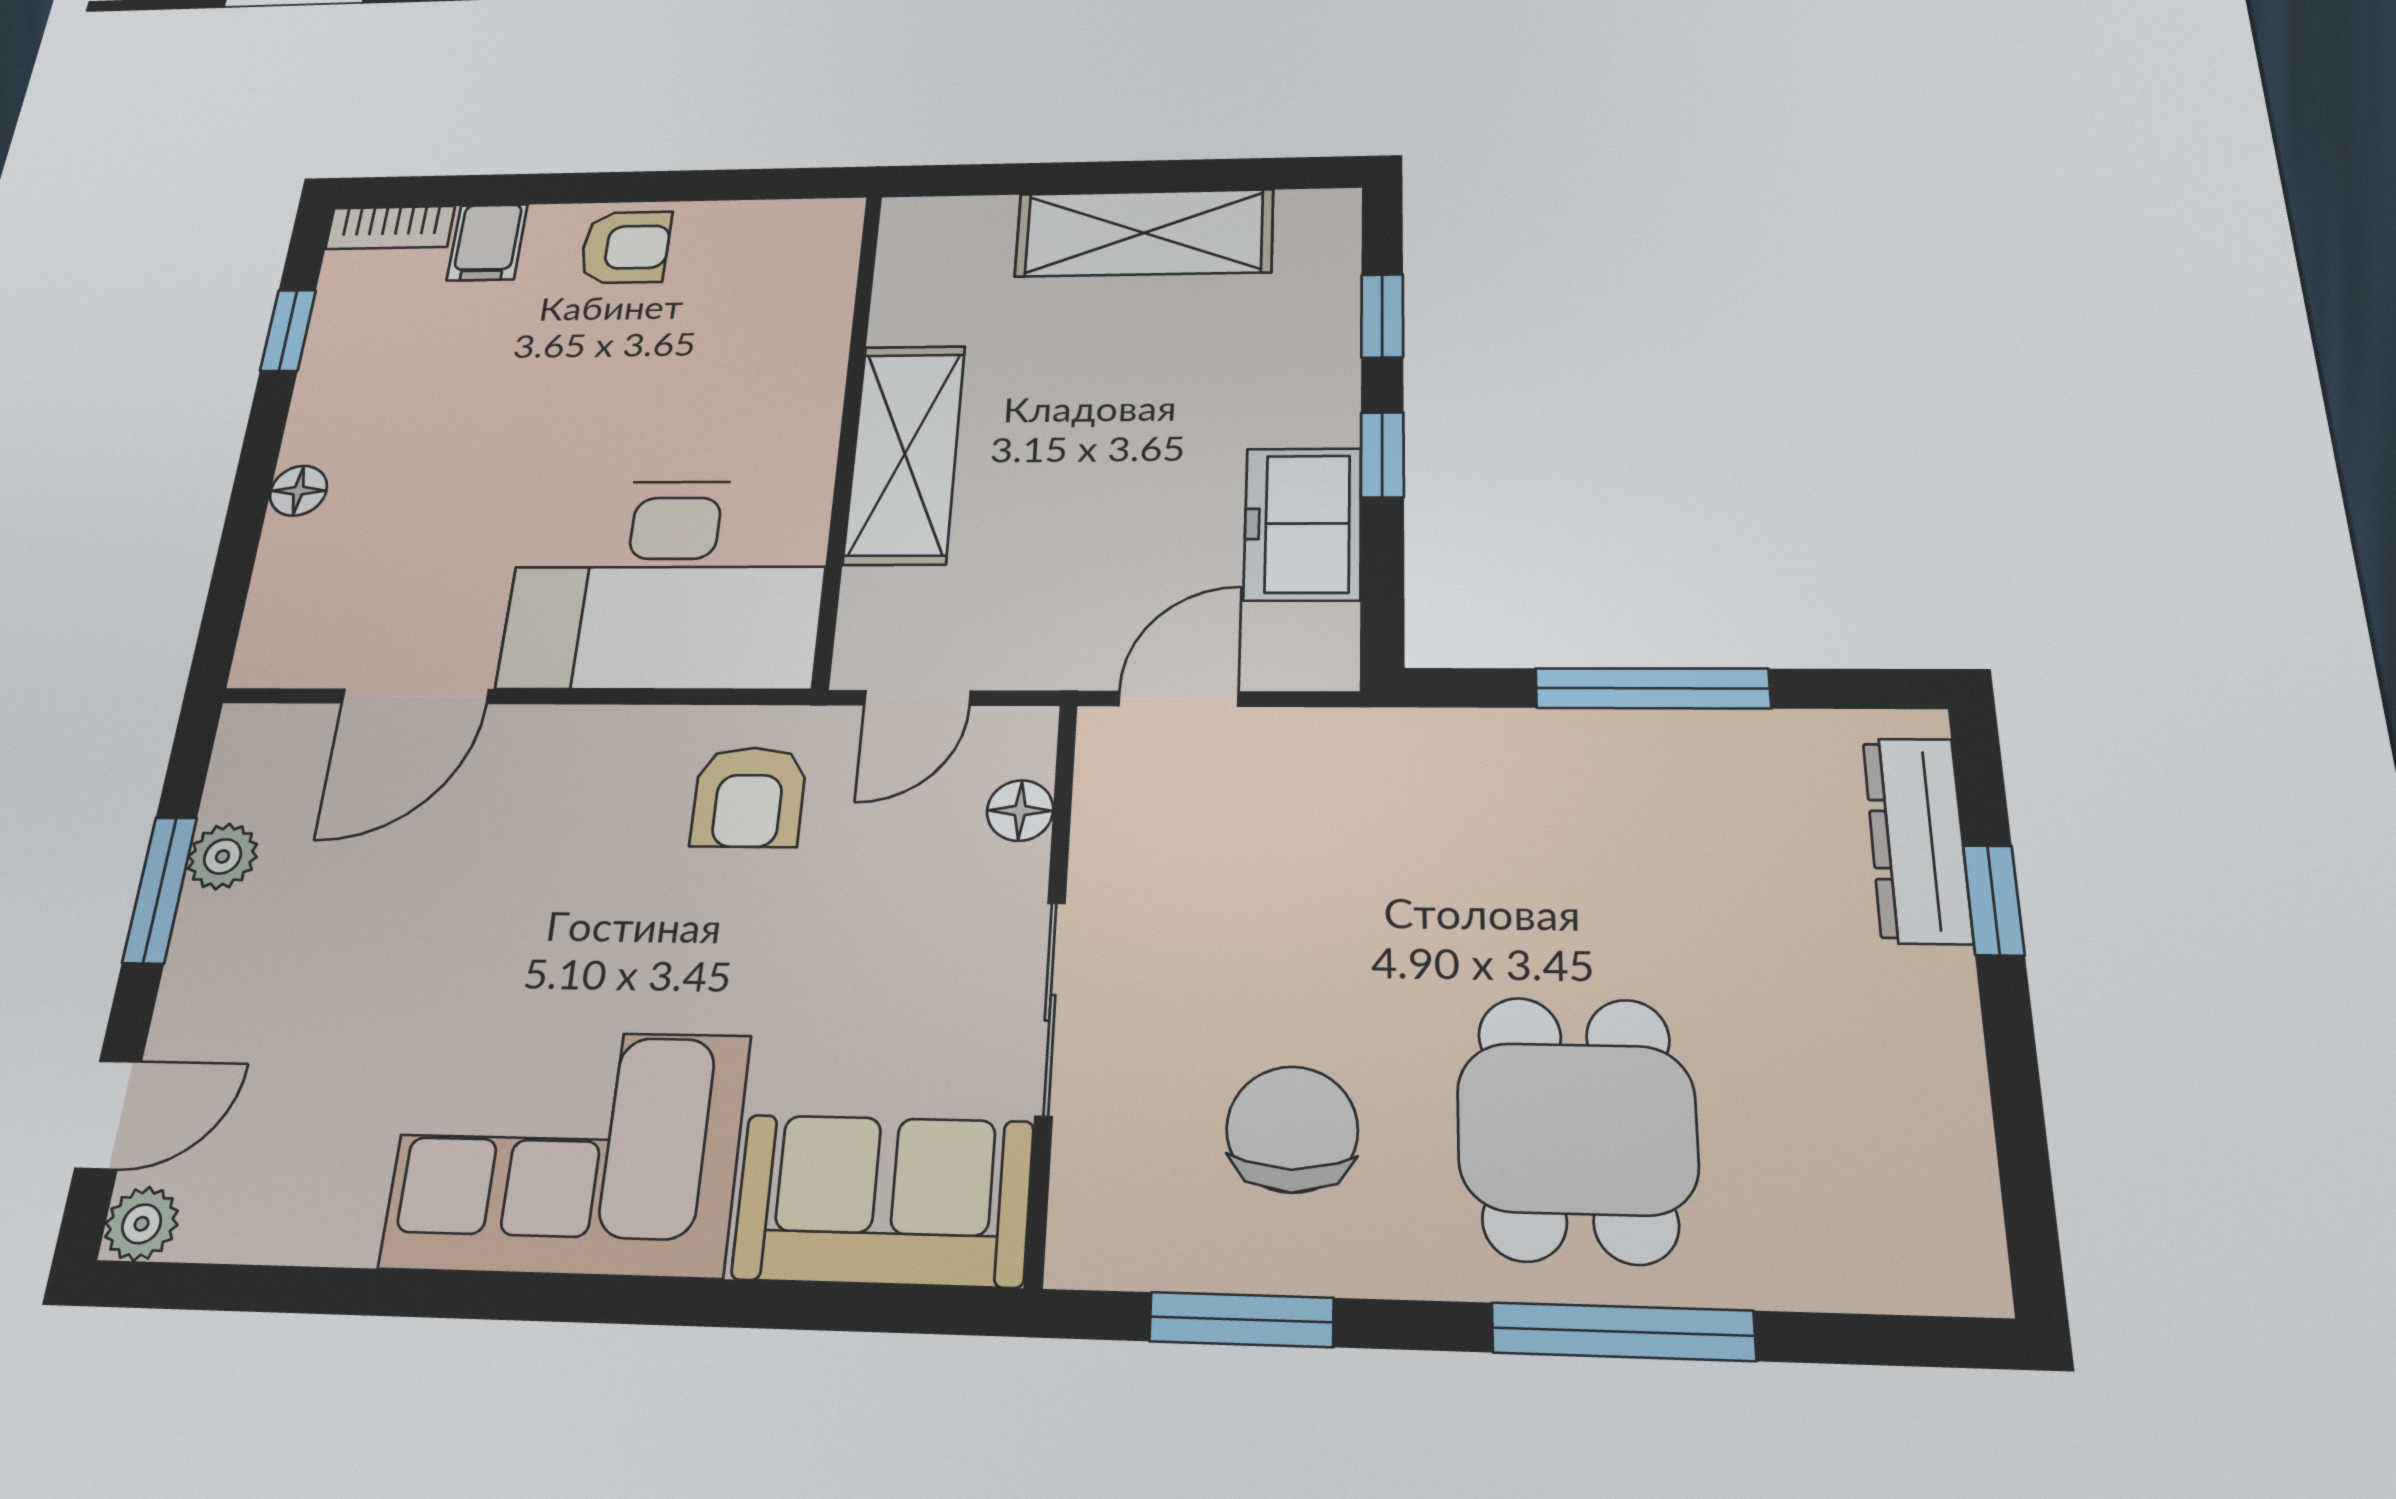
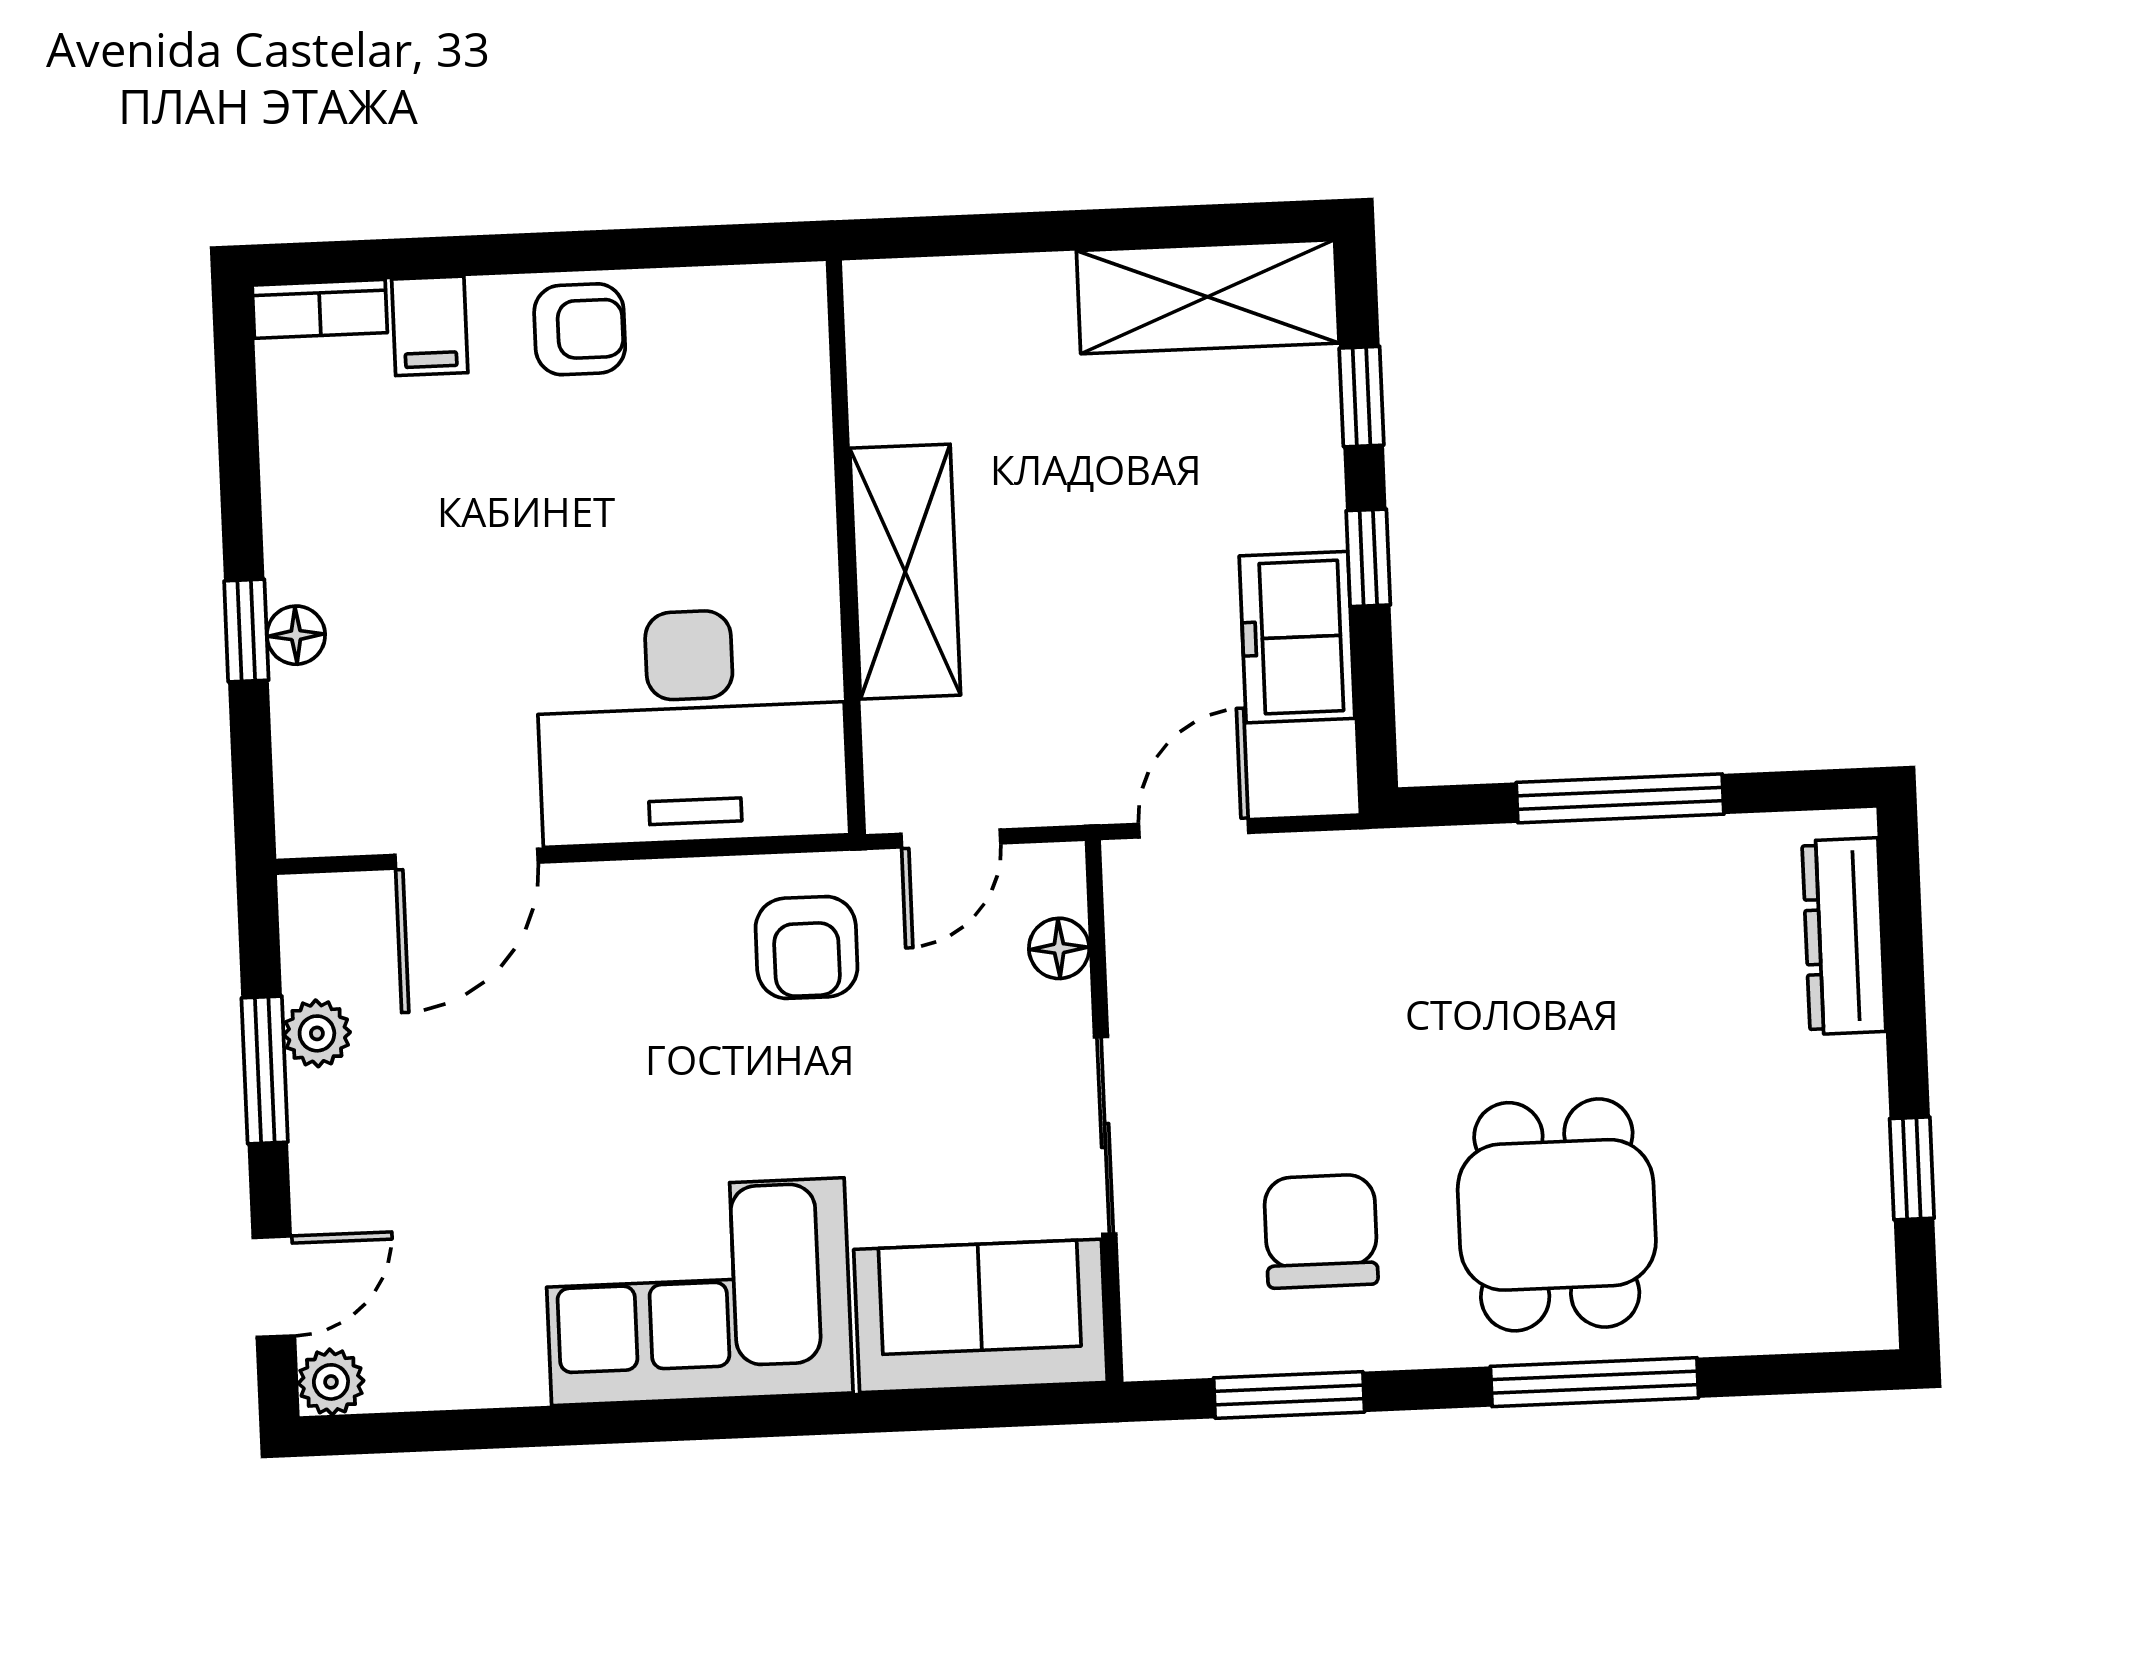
shelving: (1144, 233) -> (1208, 297), moved
window: (288, 330) -> (246, 631), moved
window: (1994, 900) -> (1912, 1168), moved

